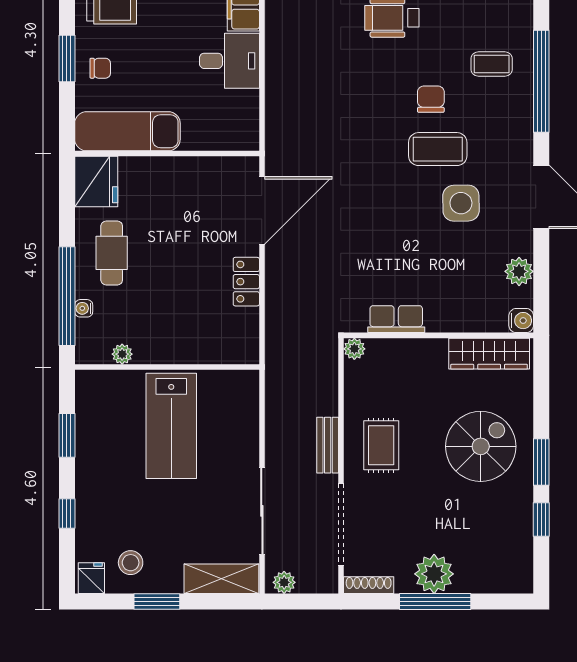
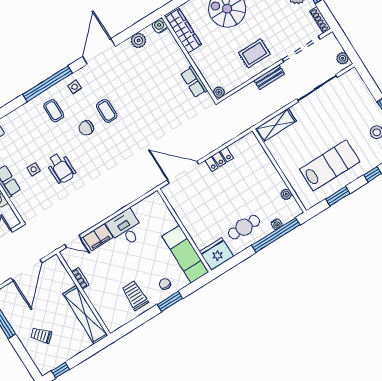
coffee table: (438, 149) -> (107, 111), width x0.73, depth x0.77
side table: (461, 203) -> (74, 87), moved, width x0.54, depth x0.54
lab bench: (171, 426) -> (330, 165), moved
shelving: (221, 579) -> (276, 125), moved, turned 90

